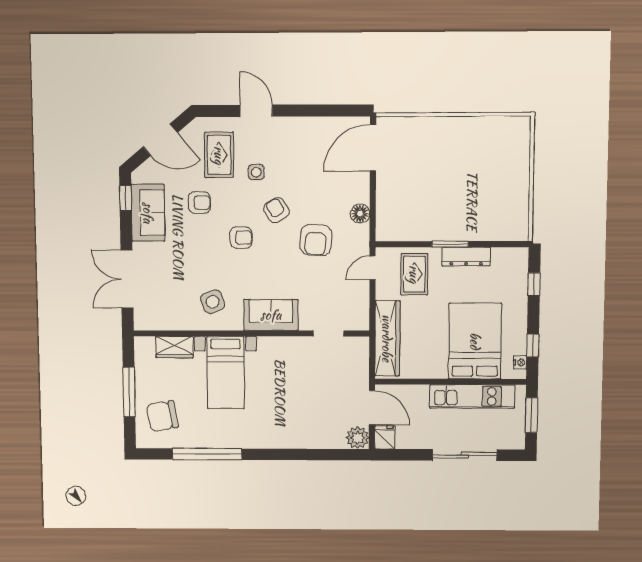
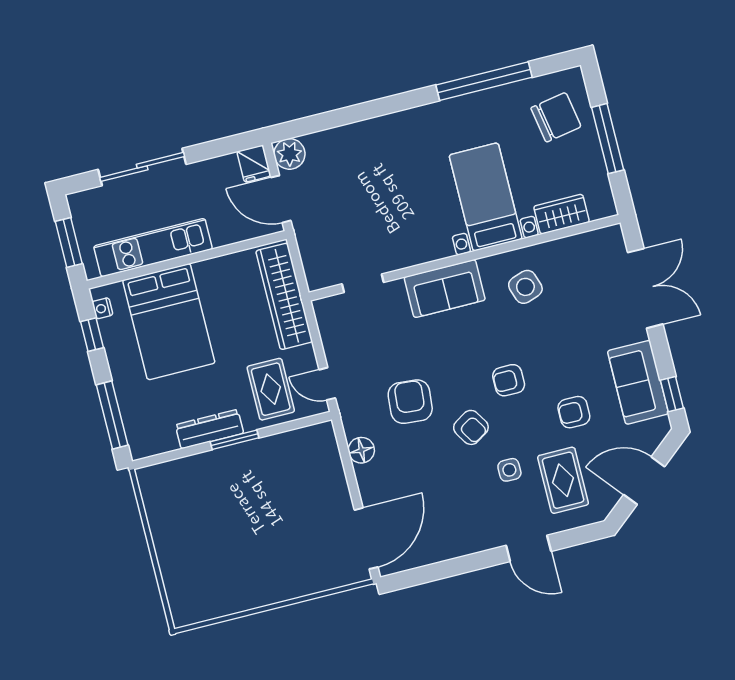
door: (372, 268) -> (327, 384), swing flipped
window: (534, 284) -> (112, 415), width x2.17

